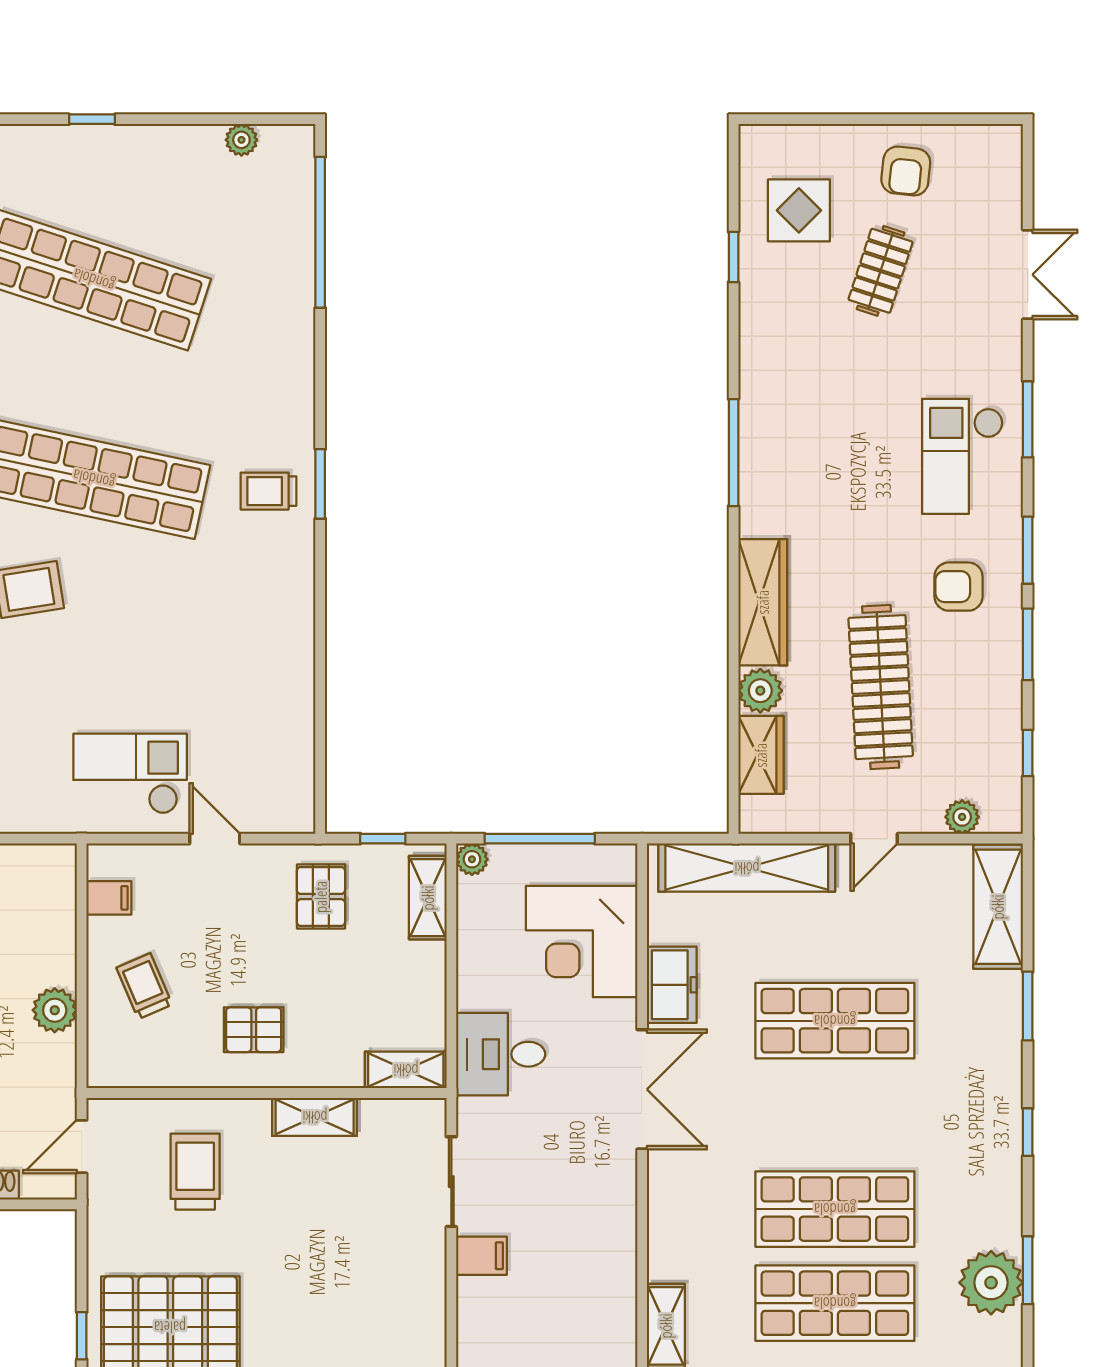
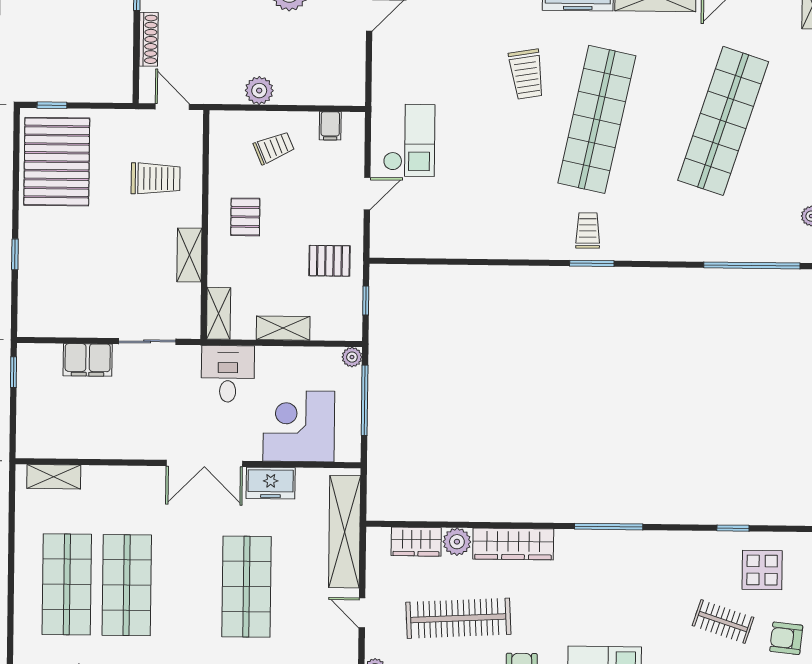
shelving: (428, 898) -> (283, 328), moved
filing cabinet: (482, 1256) -> (88, 360), width x2.00

